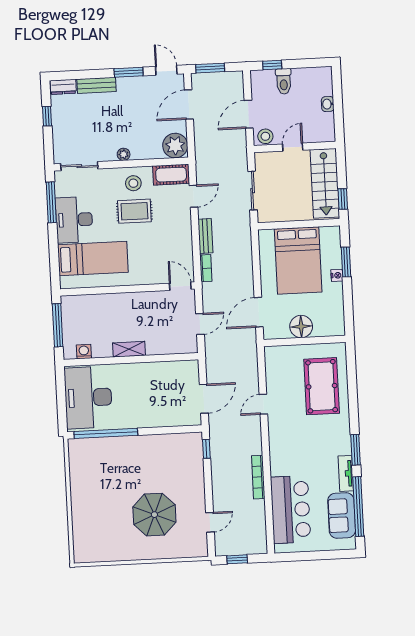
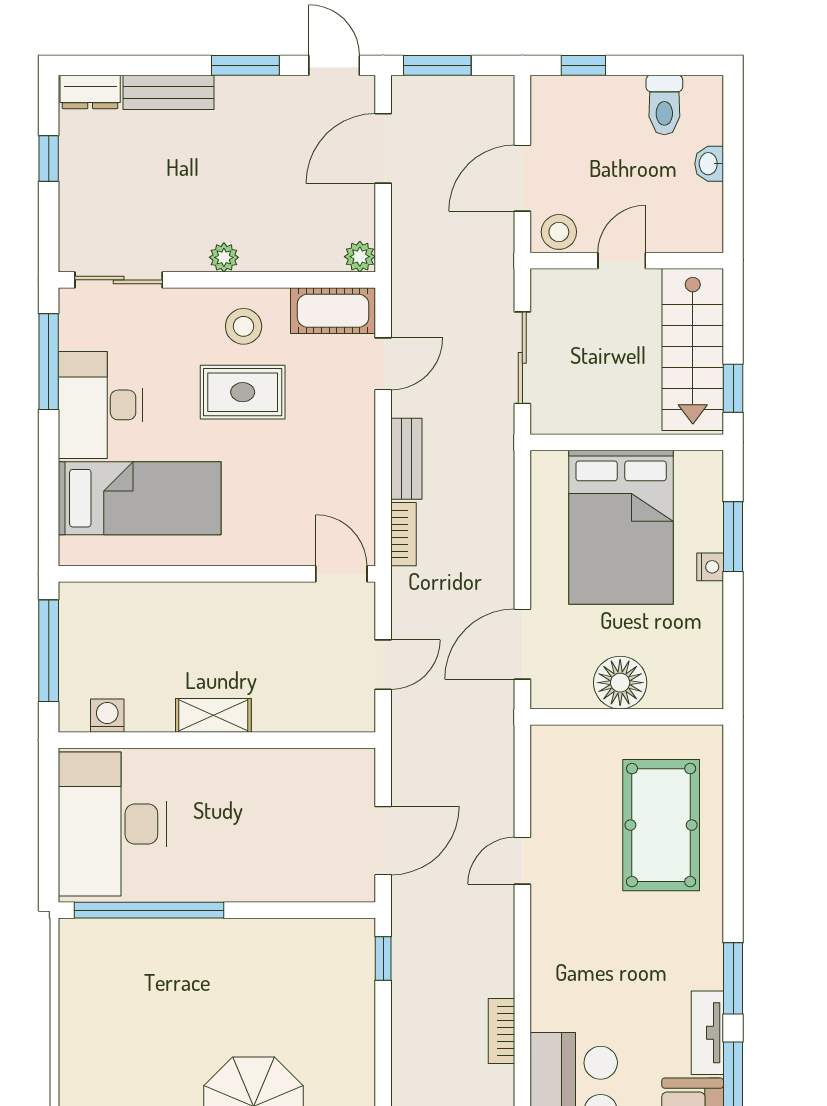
toilet: (284, 81) -> (664, 105), moved
plant: (175, 146) -> (360, 257), width x0.53, depth x0.53
bookcase: (258, 477) -> (501, 1031), width x0.64

